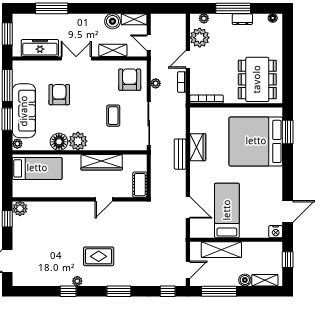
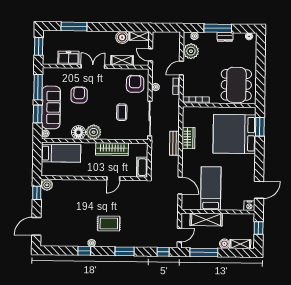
freezer: (40, 48) -> (68, 58), width x0.71

